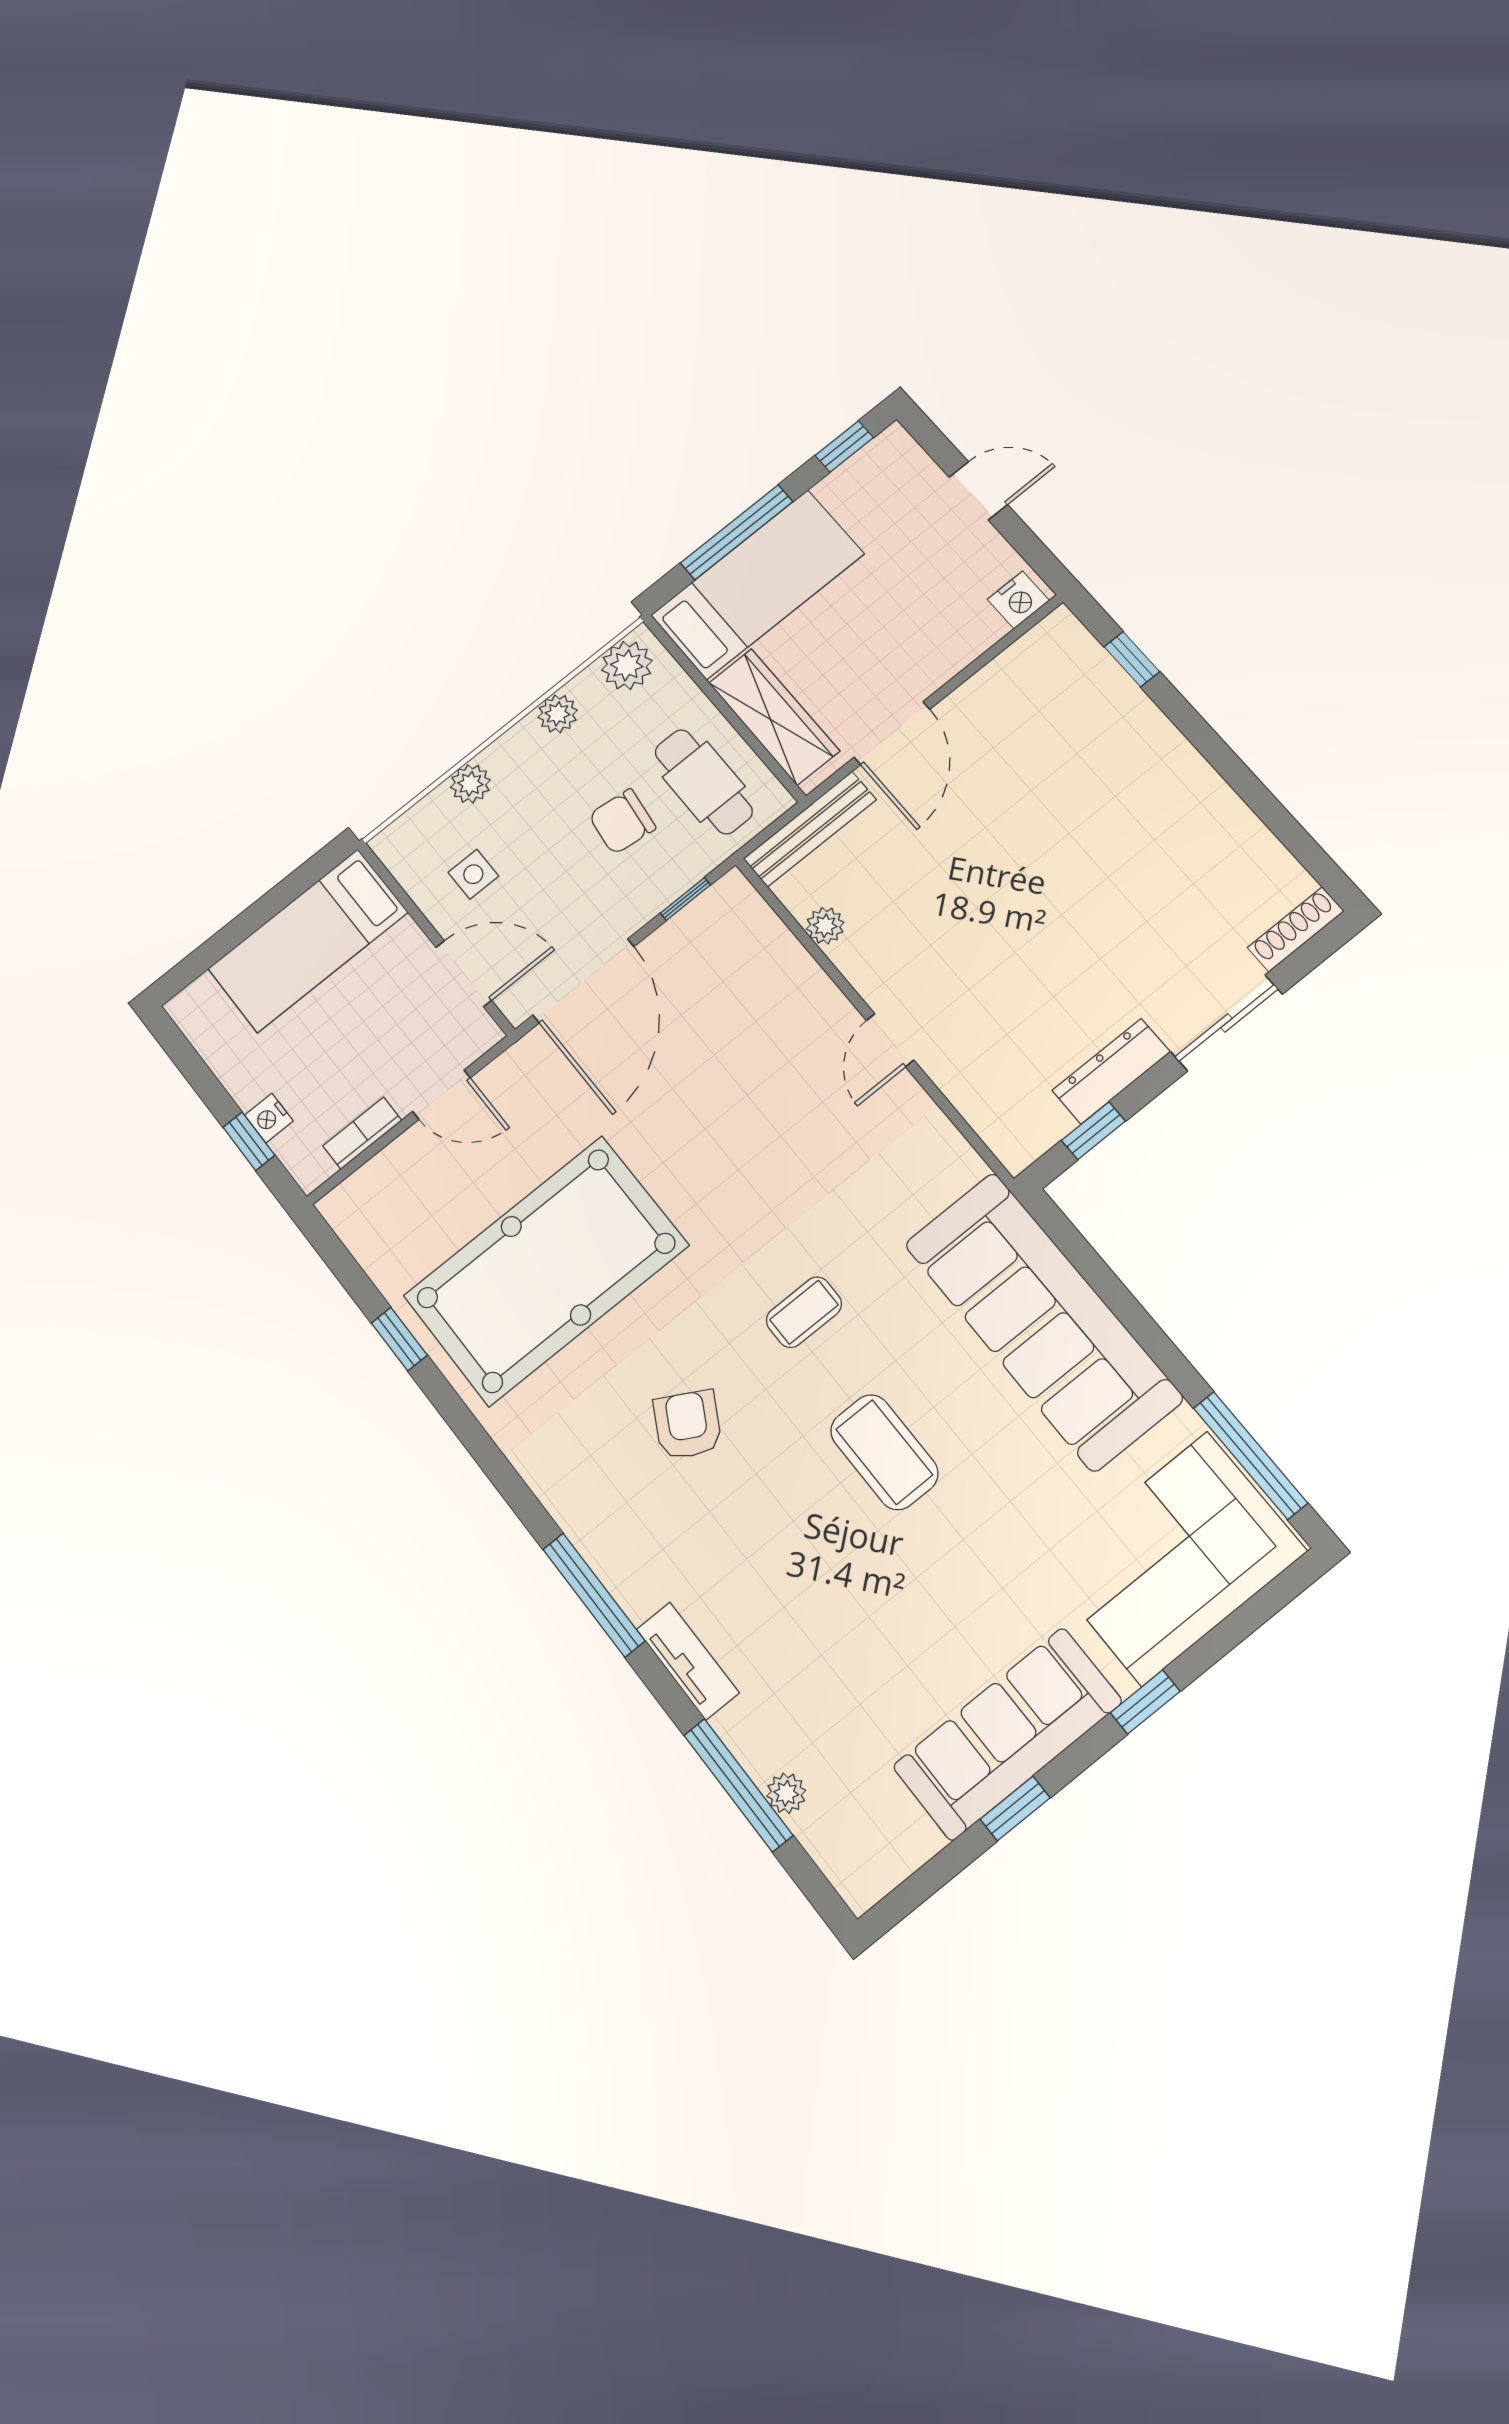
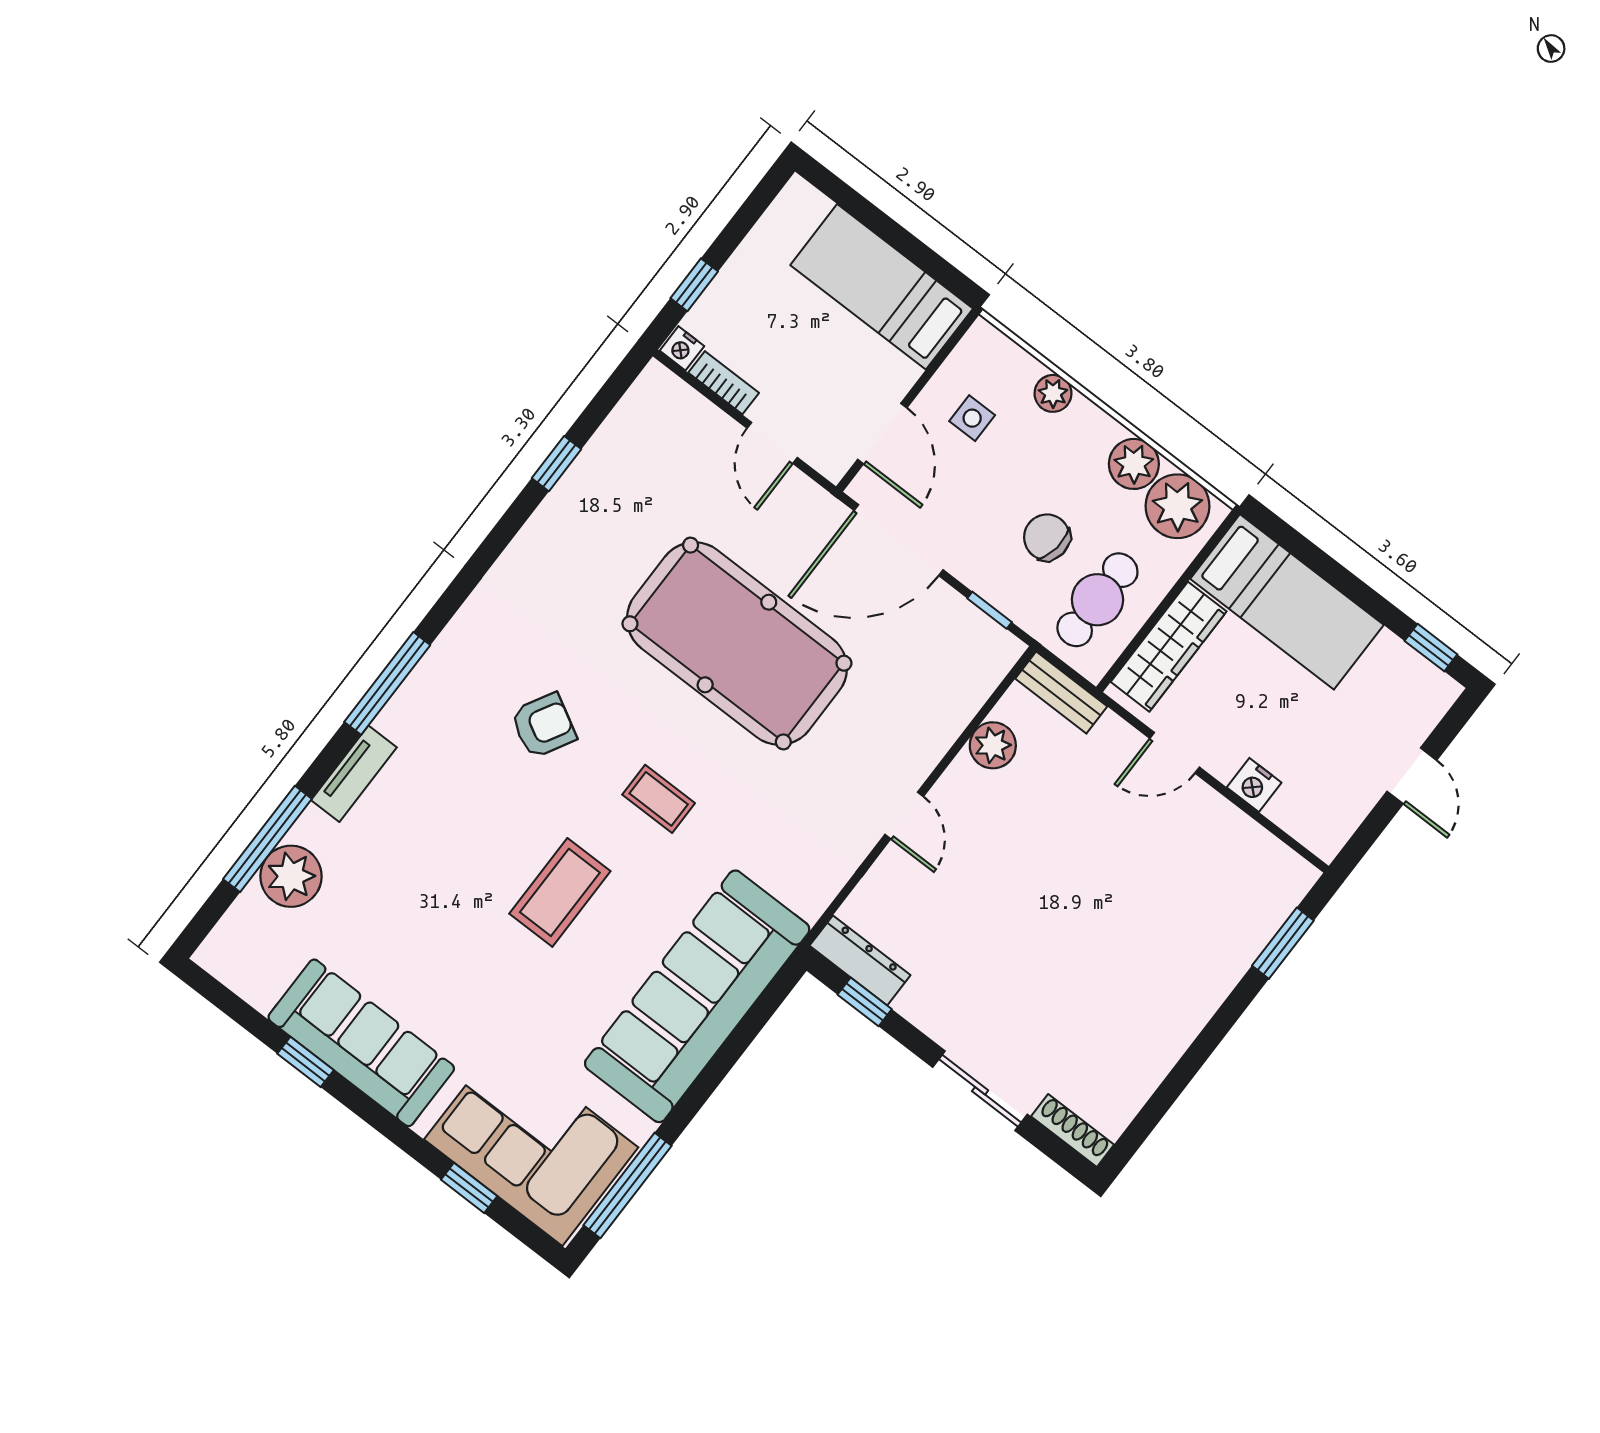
window: (737, 532) -> (1332, 571), removed
nightstand: (1018, 600) -> (1254, 785), moved
window: (1132, 659) -> (1283, 943), width x1.50
plant: (627, 665) -> (1177, 506), width x1.36, depth x1.36
plant: (558, 714) -> (1134, 464), width x1.38, depth x1.38
door: (892, 733) -> (1175, 753), width x0.73
bench: (810, 829) -> (1061, 693), width x0.73
plant: (825, 926) -> (993, 745), width x1.38, depth x1.38
door: (890, 1040) -> (904, 816), swing flipped
dresser: (1111, 1071) -> (860, 960), moved
nightstand: (269, 1118) -> (682, 348), moved, turned -90
pool table: (546, 1271) -> (737, 643), moved
window: (1145, 1702) -> (469, 1188), moved
plant: (786, 1793) -> (291, 876), width x1.87, depth x1.87

